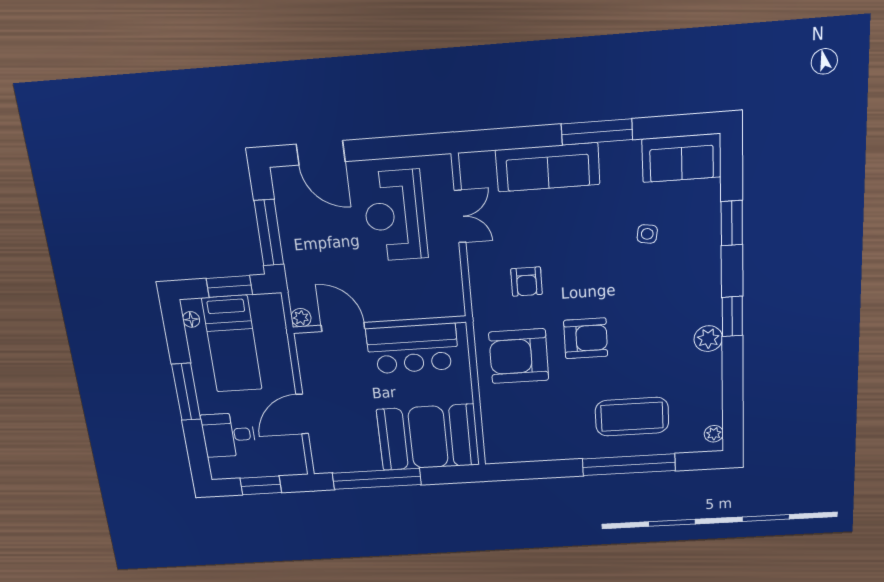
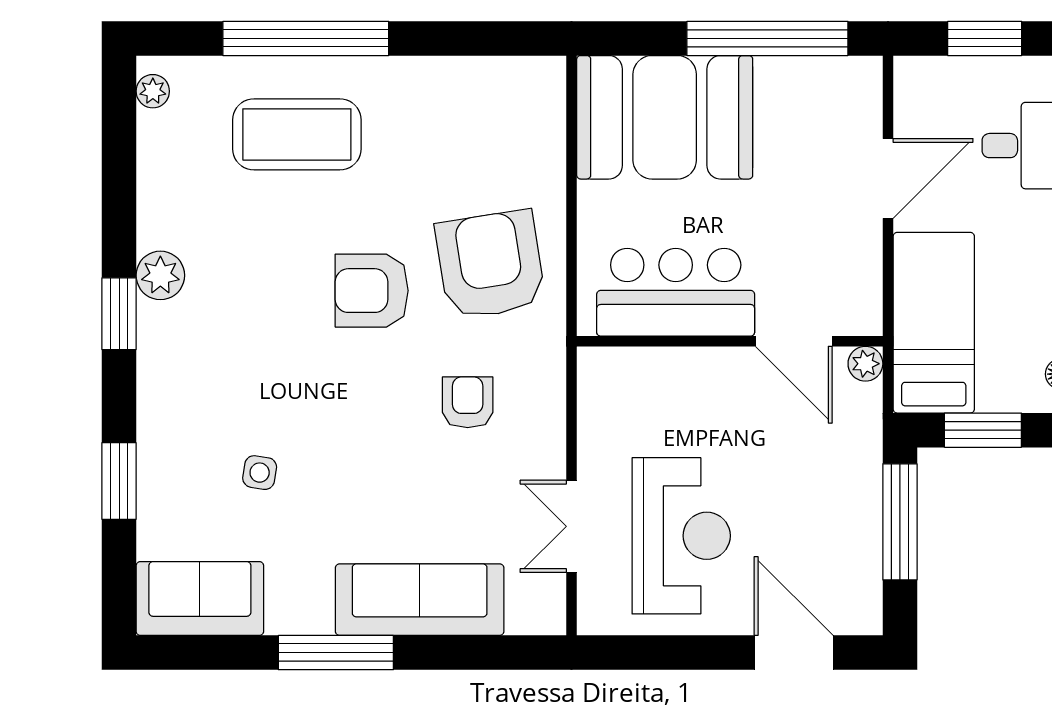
bed: (232, 344) -> (934, 323), moved
armchair: (519, 356) -> (490, 265), turned -99

